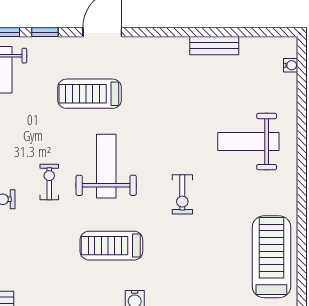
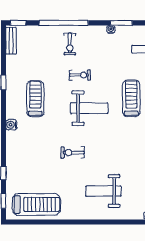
weight bench: (248, 142) -> (103, 191), turned -90
treadmill: (111, 246) -> (35, 99), moved

